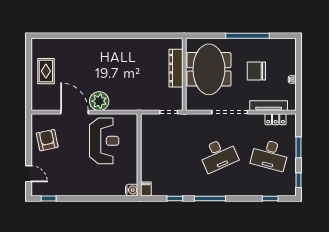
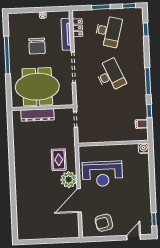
rug: (46, 71) -> (59, 160), moved, turned 90
reception desk: (104, 141) -> (102, 174), turned 180
filing cabinet: (146, 189) -> (142, 124), moved

